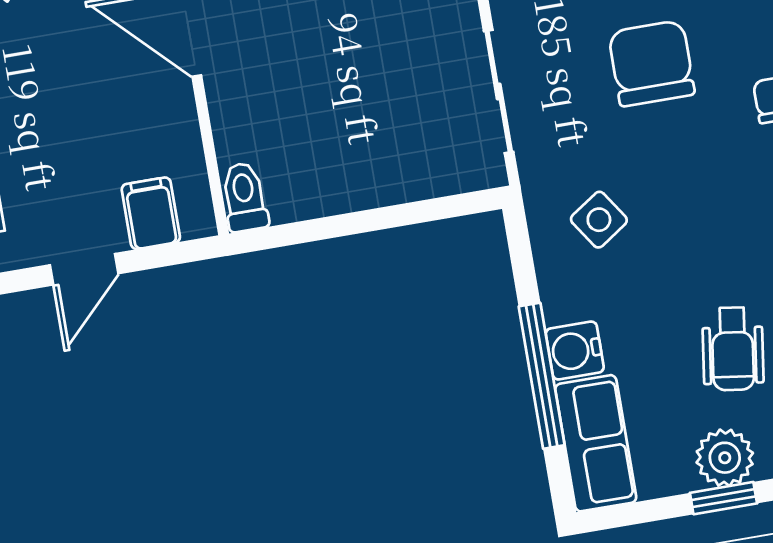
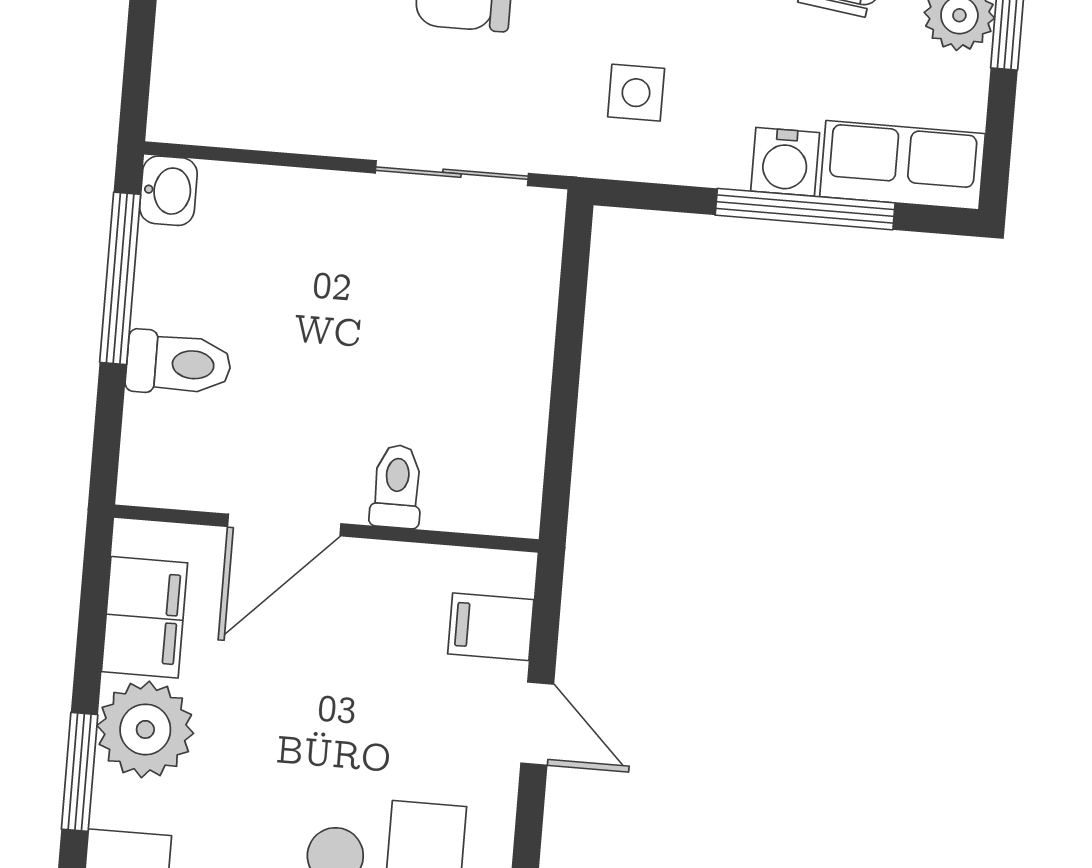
toilet: (244, 197) -> (397, 486), moved, turned 90
side table: (599, 220) -> (636, 93), turned 34

